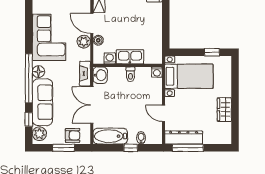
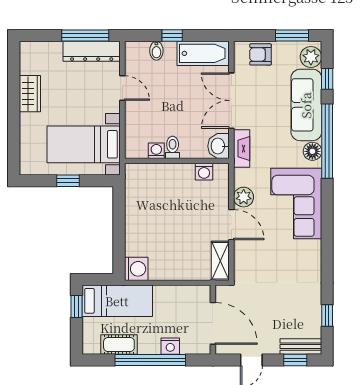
boiler: (98, 40) -> (222, 199), removed
window: (212, 52) -> (68, 181), moved
kitchen sink: (130, 57) -> (173, 174), removed
washing machine: (157, 72) -> (156, 151), moved
double door: (92, 105) -> (231, 101), swing flipped
window: (64, 148) -> (292, 36), moved

